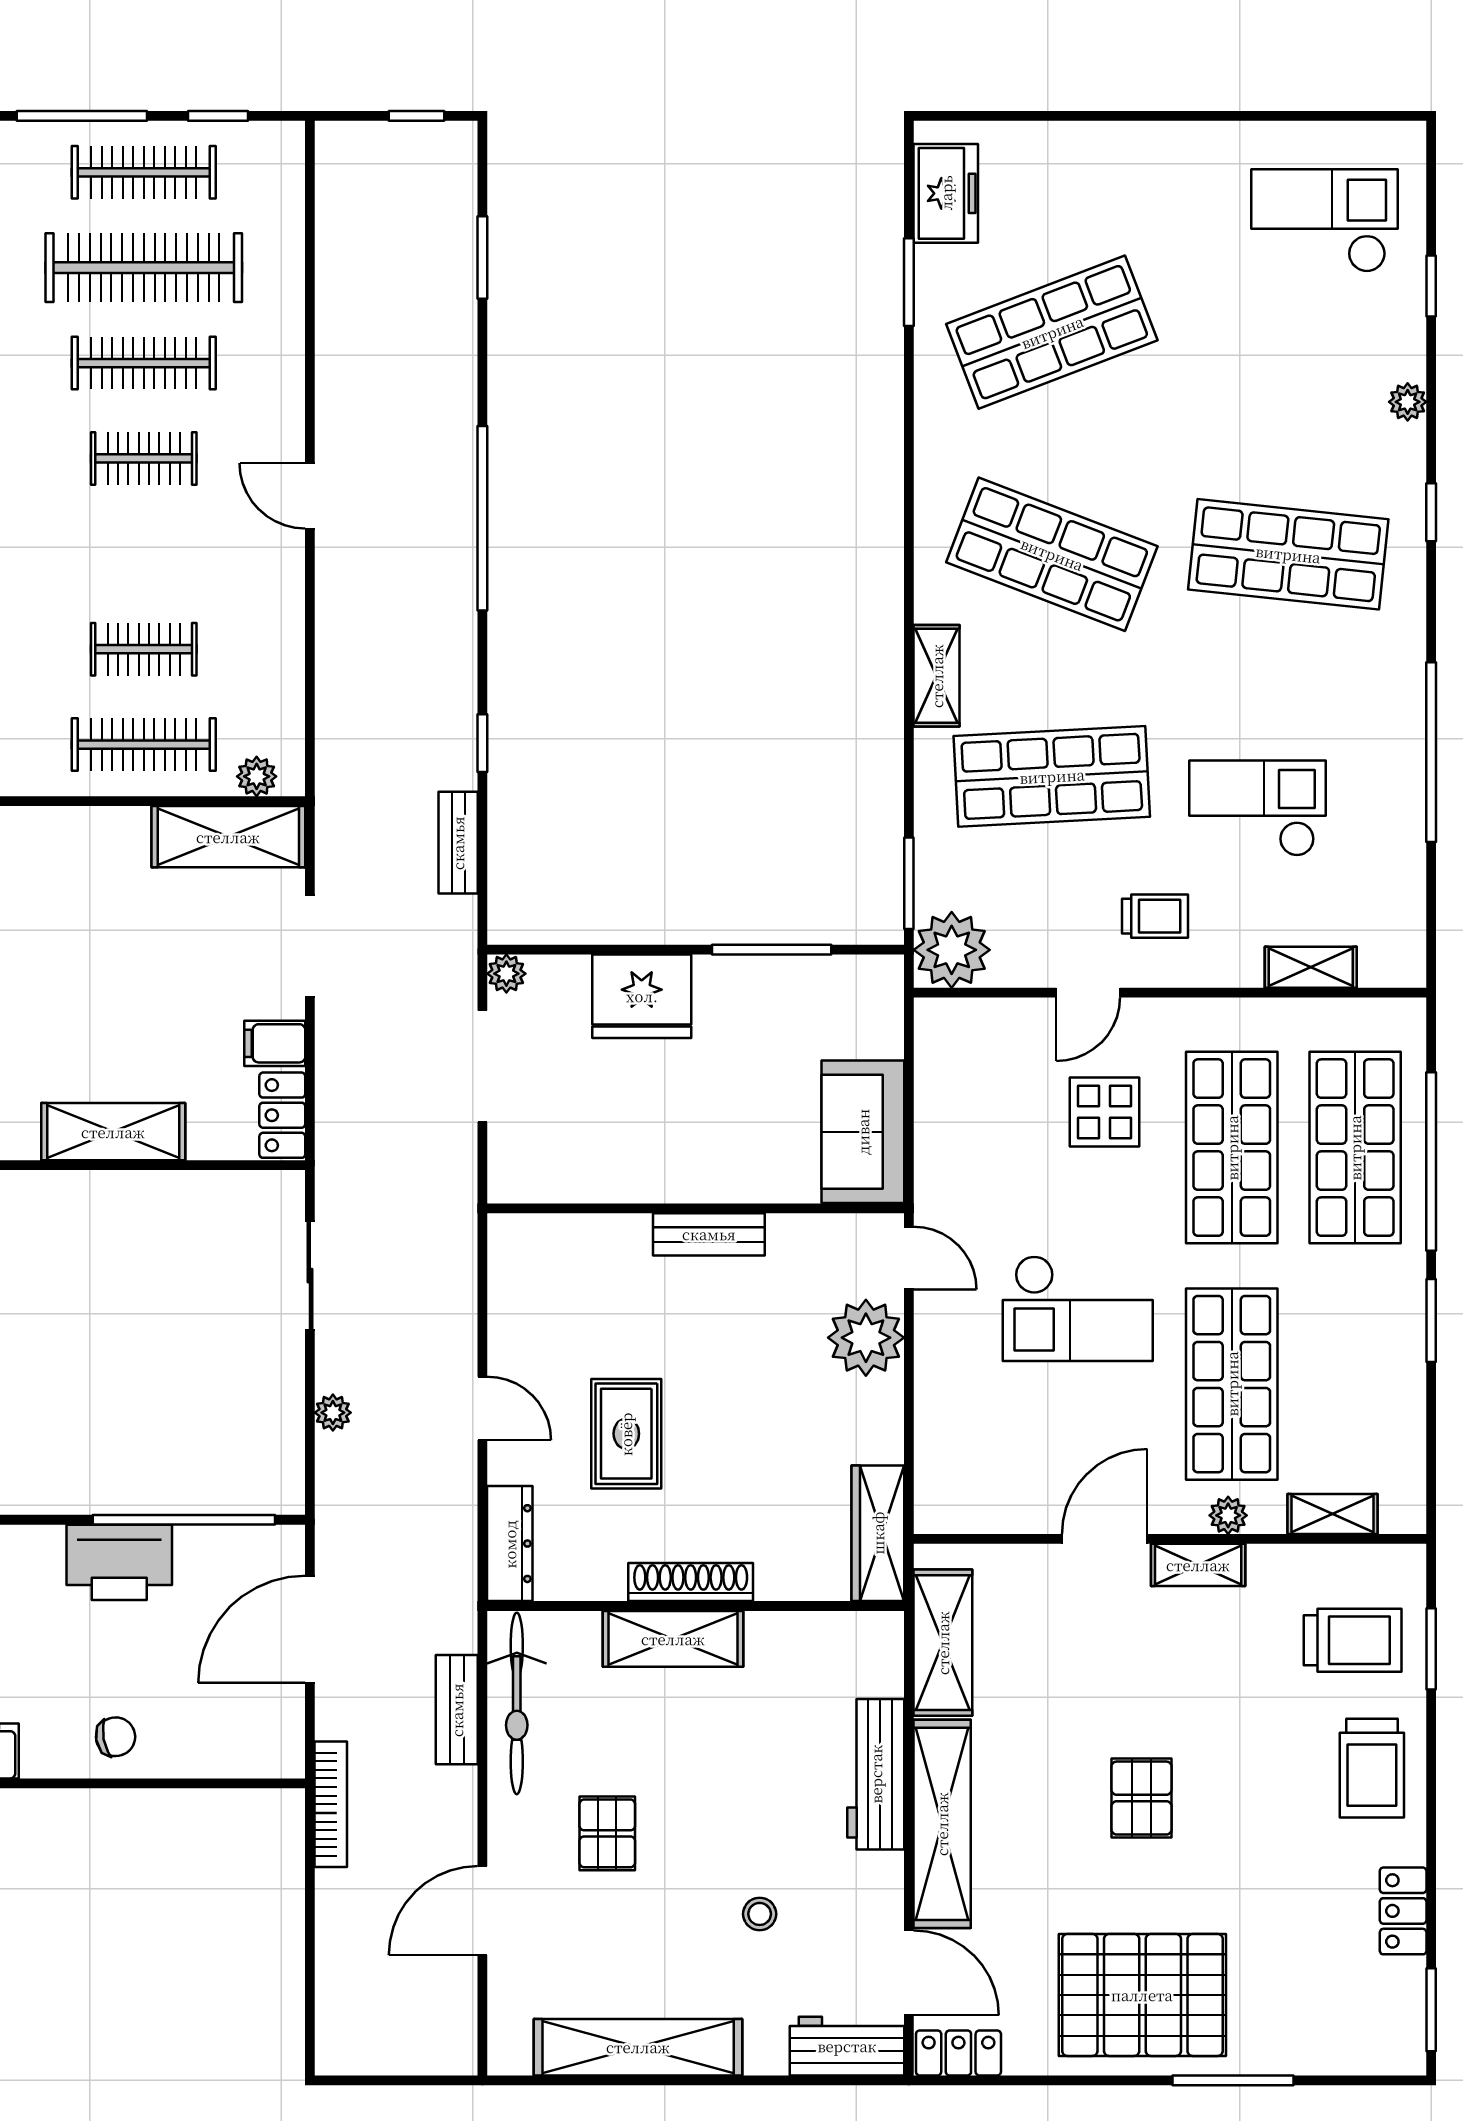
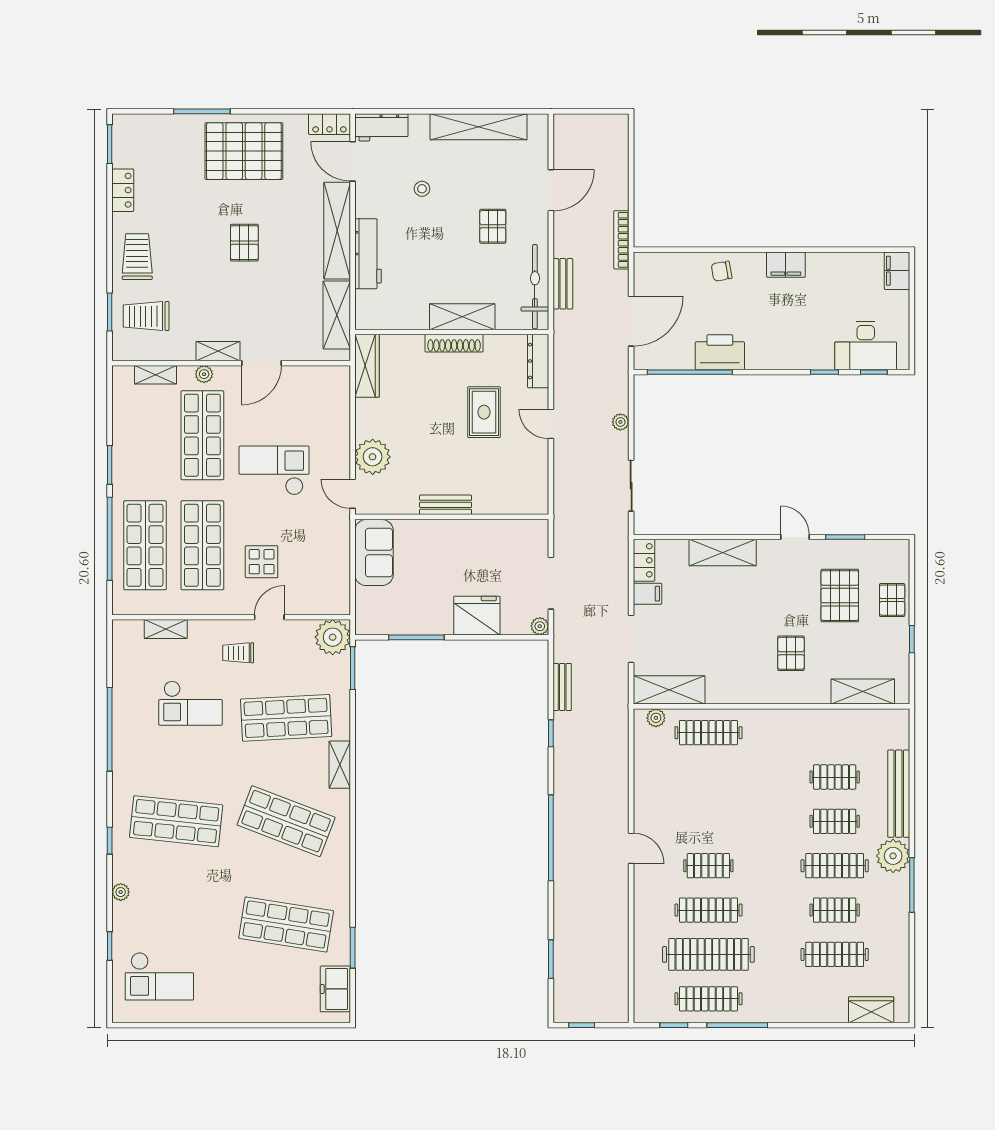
shop shelf: (1052, 332) -> (286, 924), turned 30
clothes rail: (144, 649) -> (708, 777), removed

